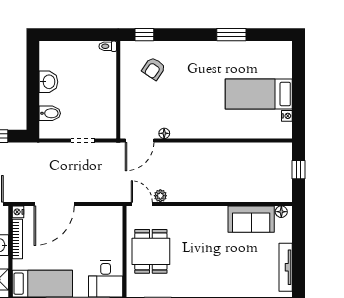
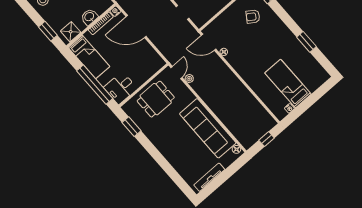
sofa: (251, 219) -> (208, 128), width x1.85, depth x1.27

